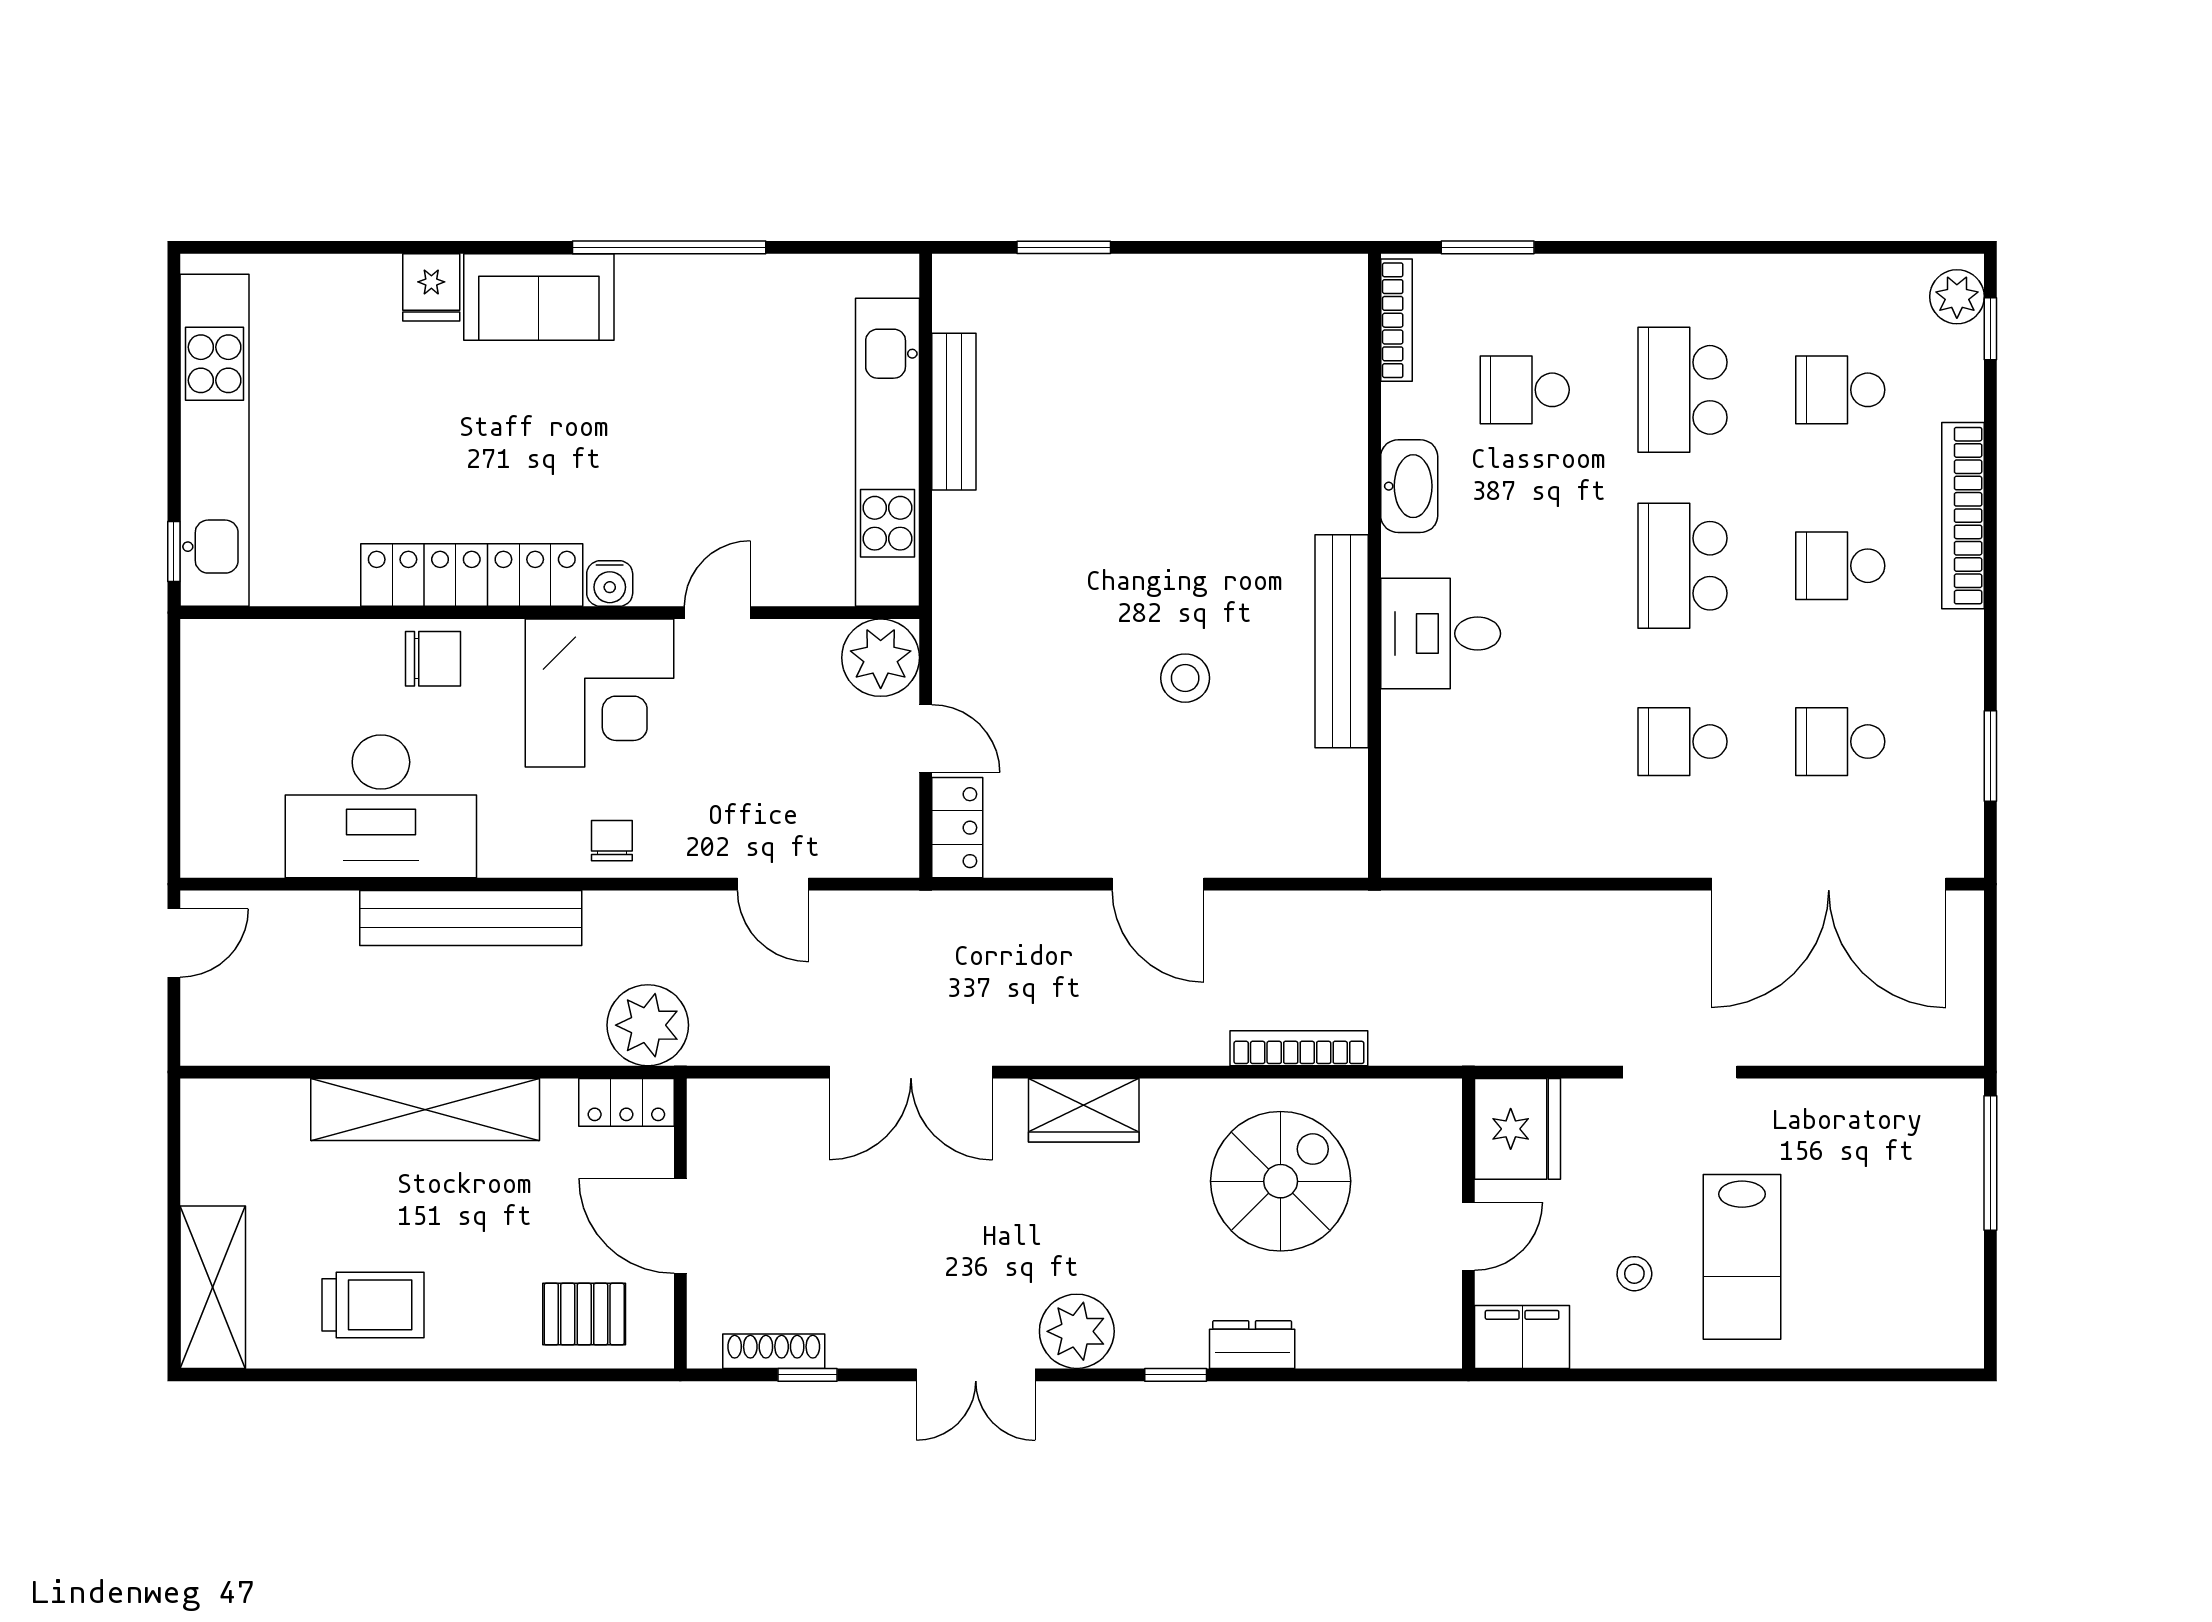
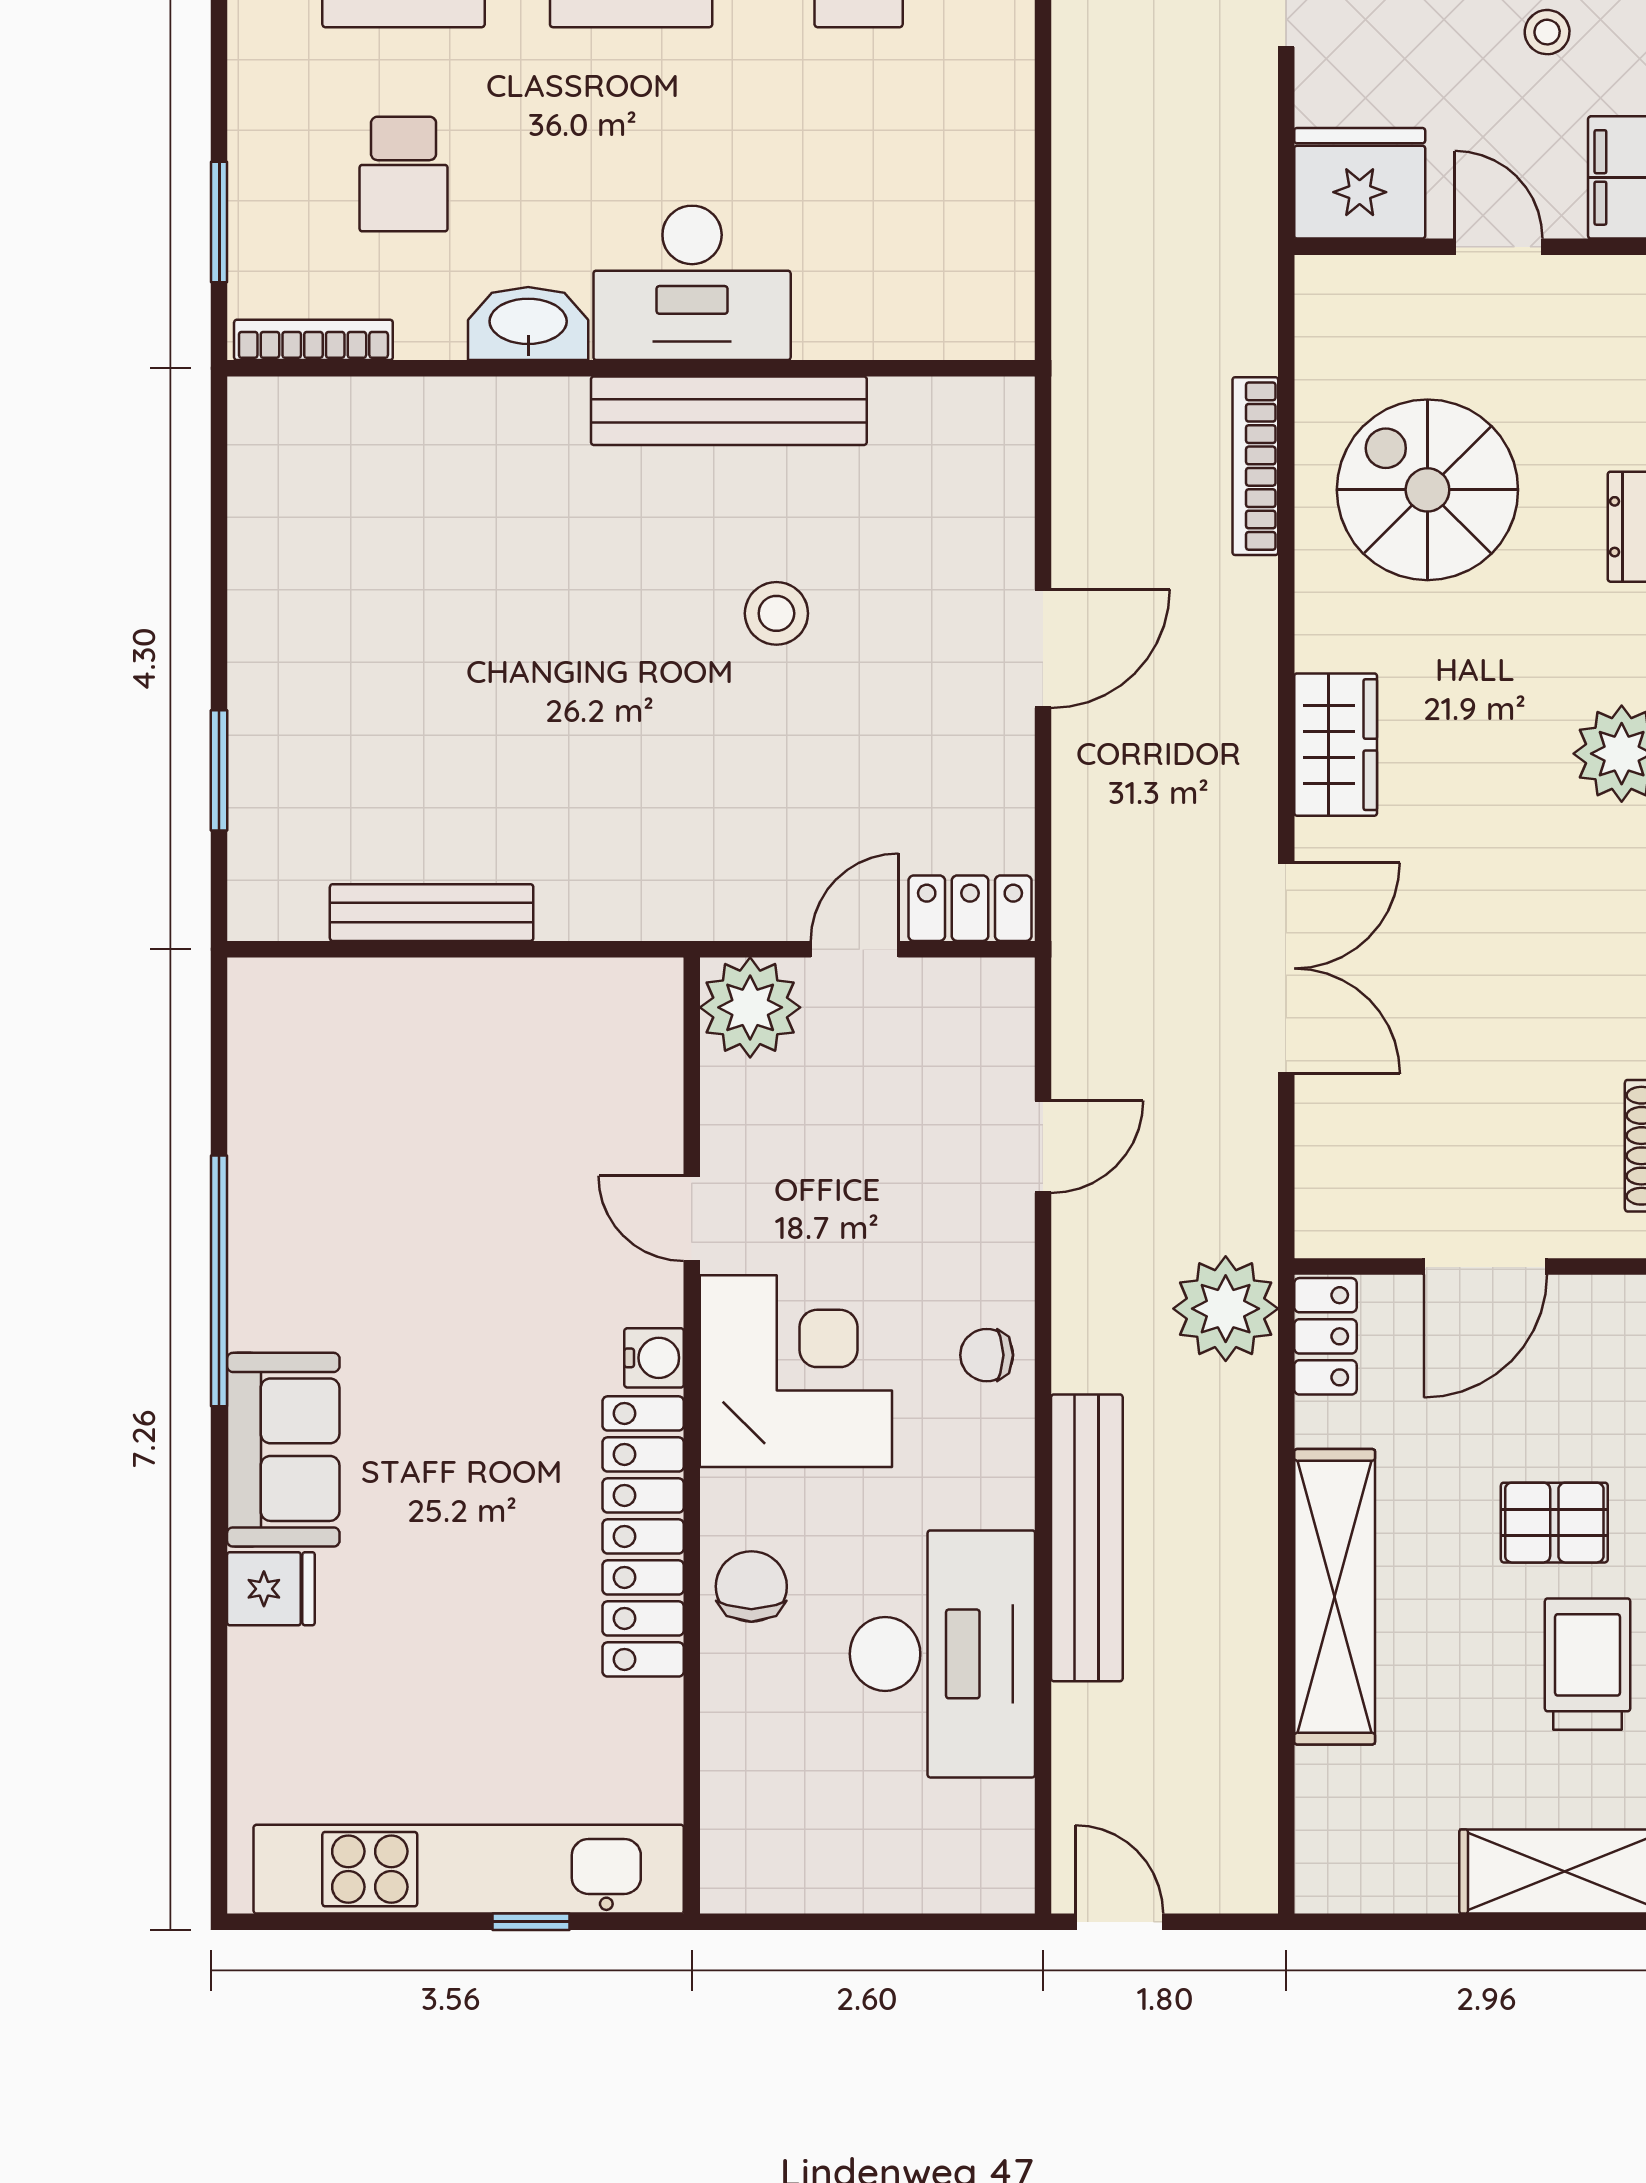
kitchen unit: (888, 452) -> (484, 998), removed
window: (174, 552) -> (531, 1922), moved
desk: (1441, 634) -> (692, 283), width x1.37
pallet: (584, 1314) -> (1554, 1523), moved, turned 90

